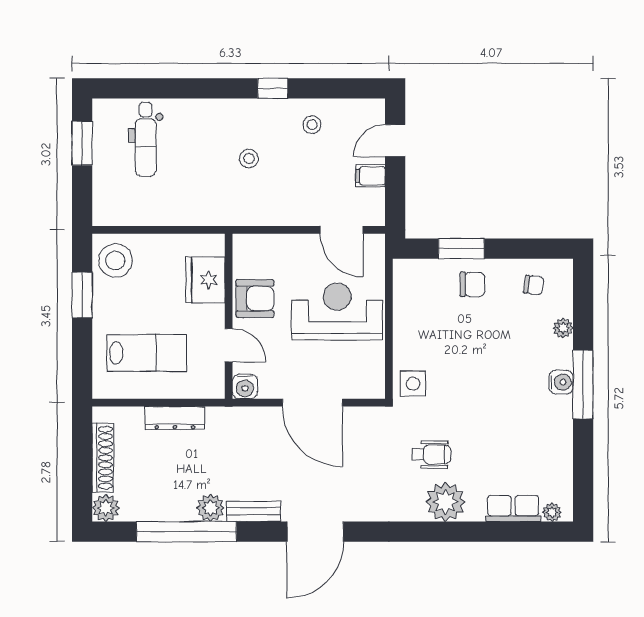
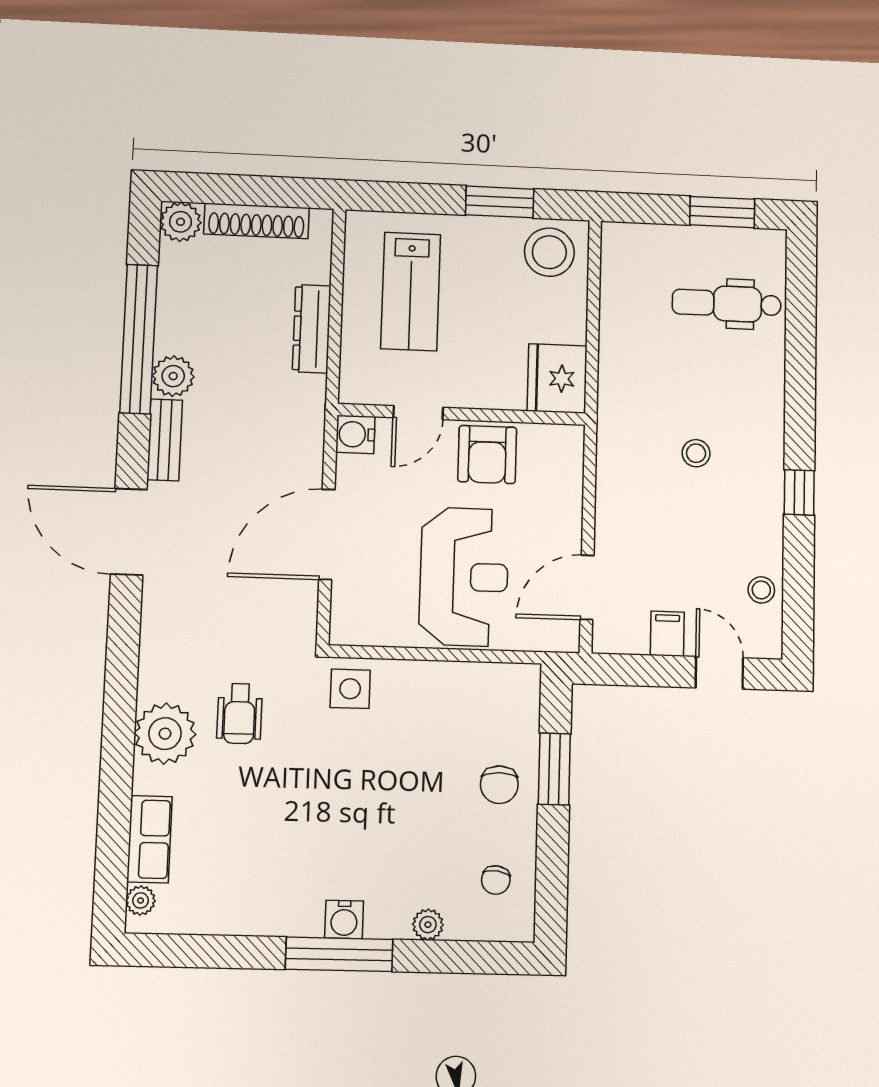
stool: (312, 125) -> (761, 590), moved
fridge: (205, 280) -> (557, 379), moved, turned -90

